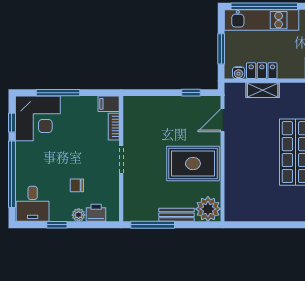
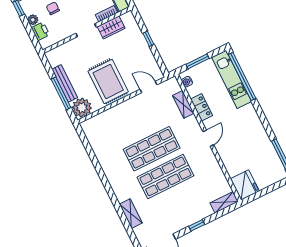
locker: (262, 71) -> (202, 107), moved
window: (191, 93) -> (148, 39), moved
wardrobe: (132, 129) -> (111, 27), added
bench: (177, 215) -> (65, 83), width x1.36
window: (153, 225) -> (61, 93), moved

